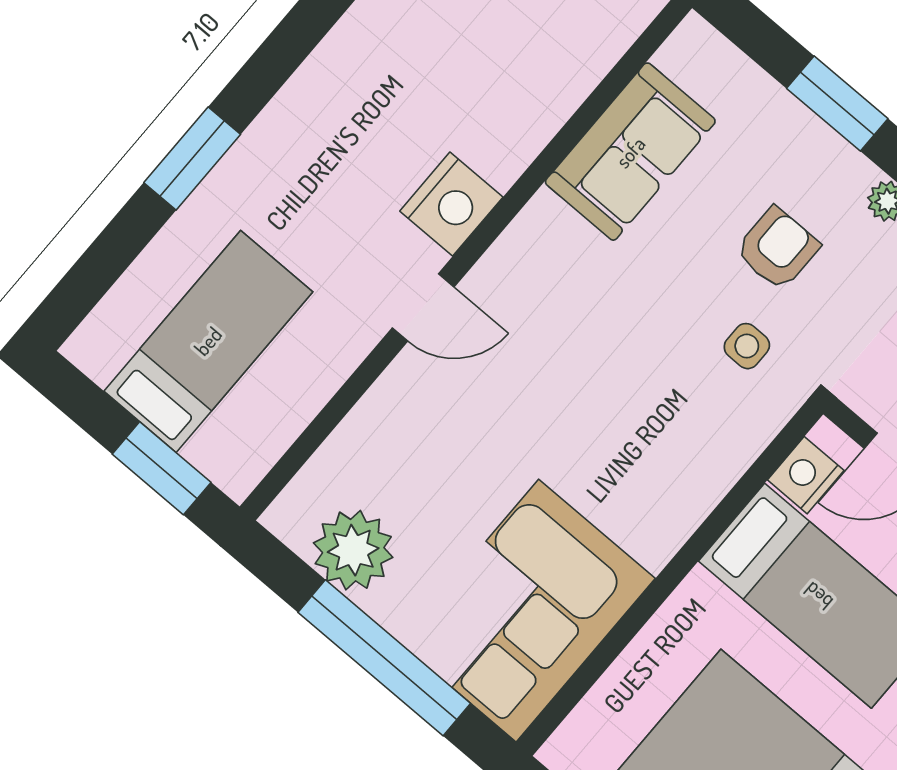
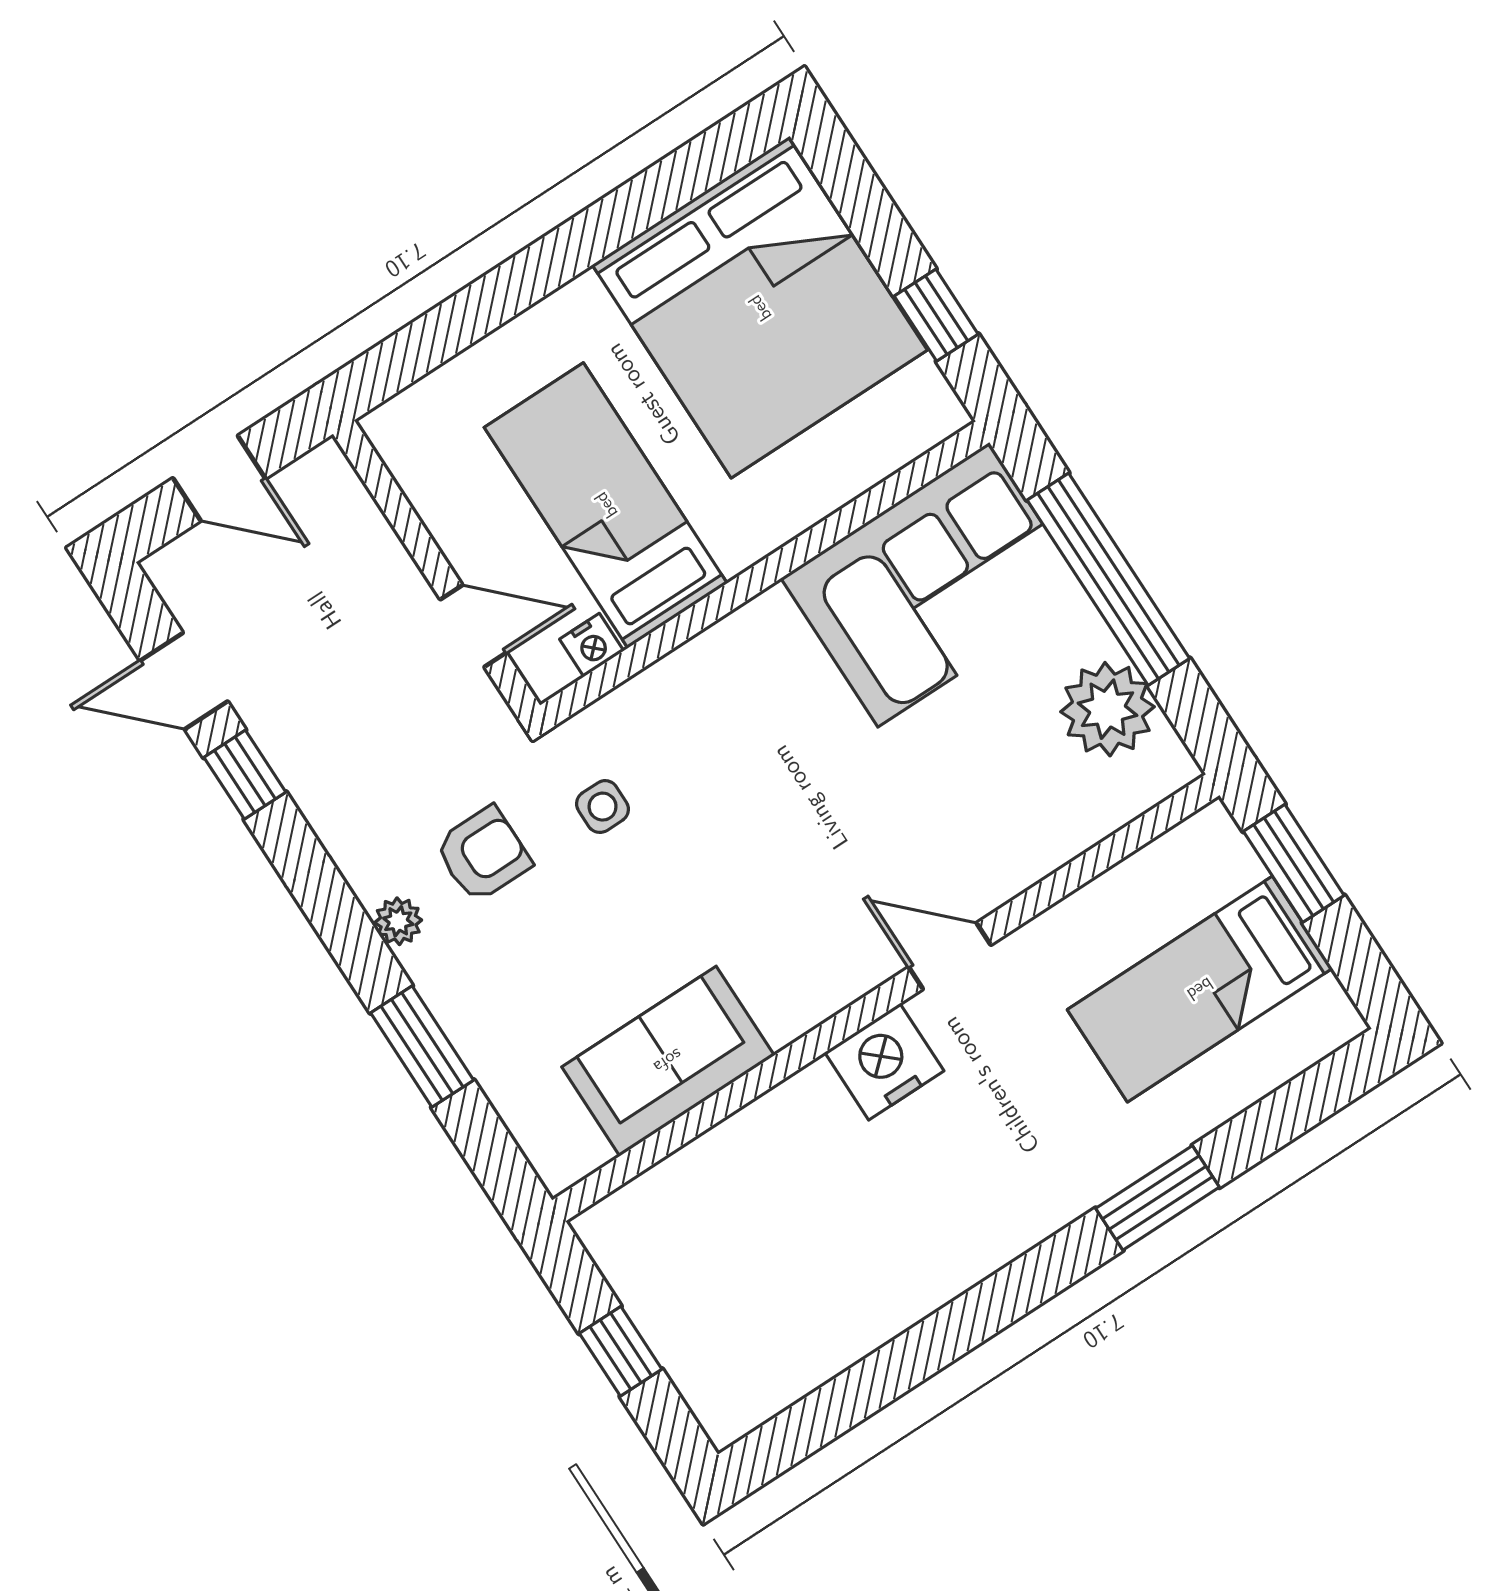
armchair: (777, 248) -> (483, 854), moved, turned 180
nightstand: (806, 475) -> (592, 645), width x0.72, depth x0.74

